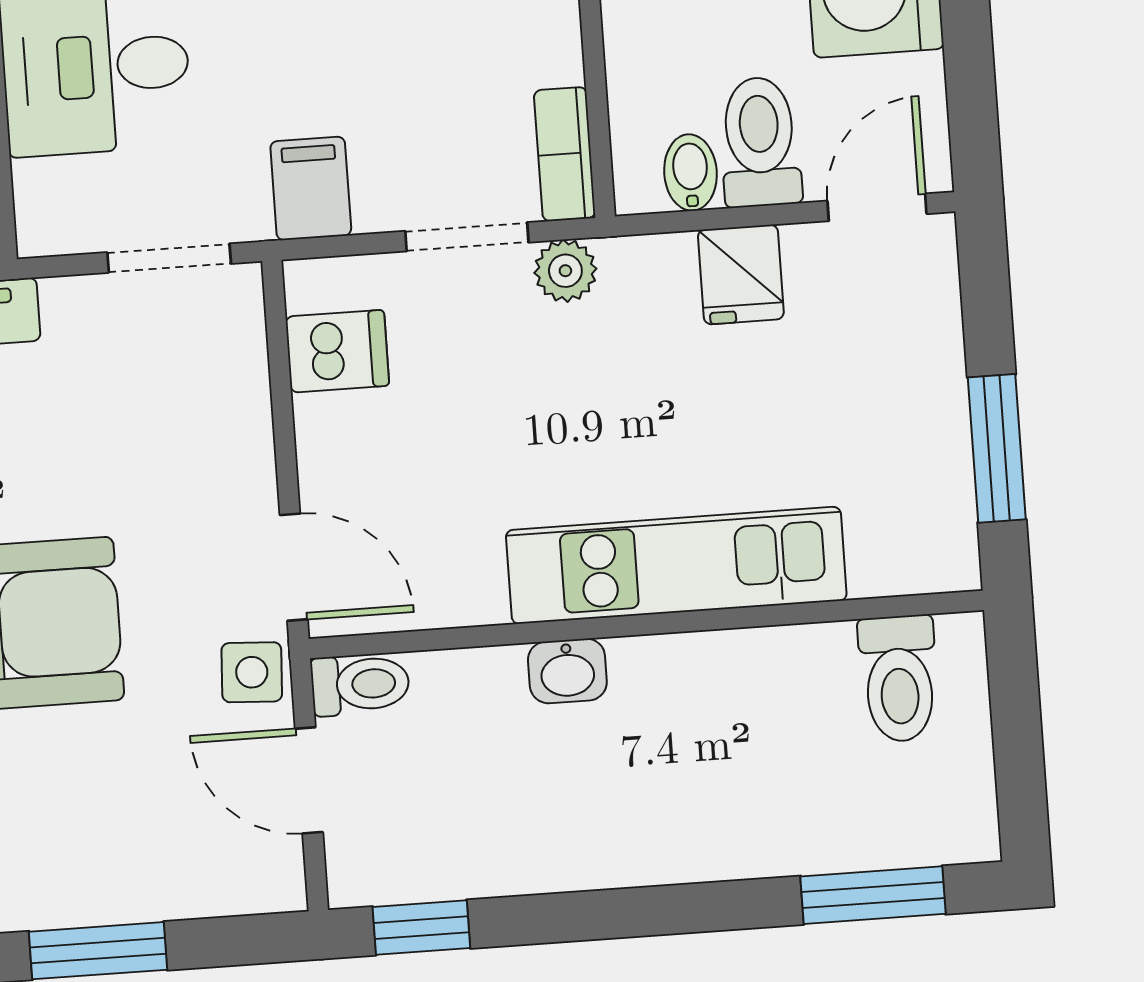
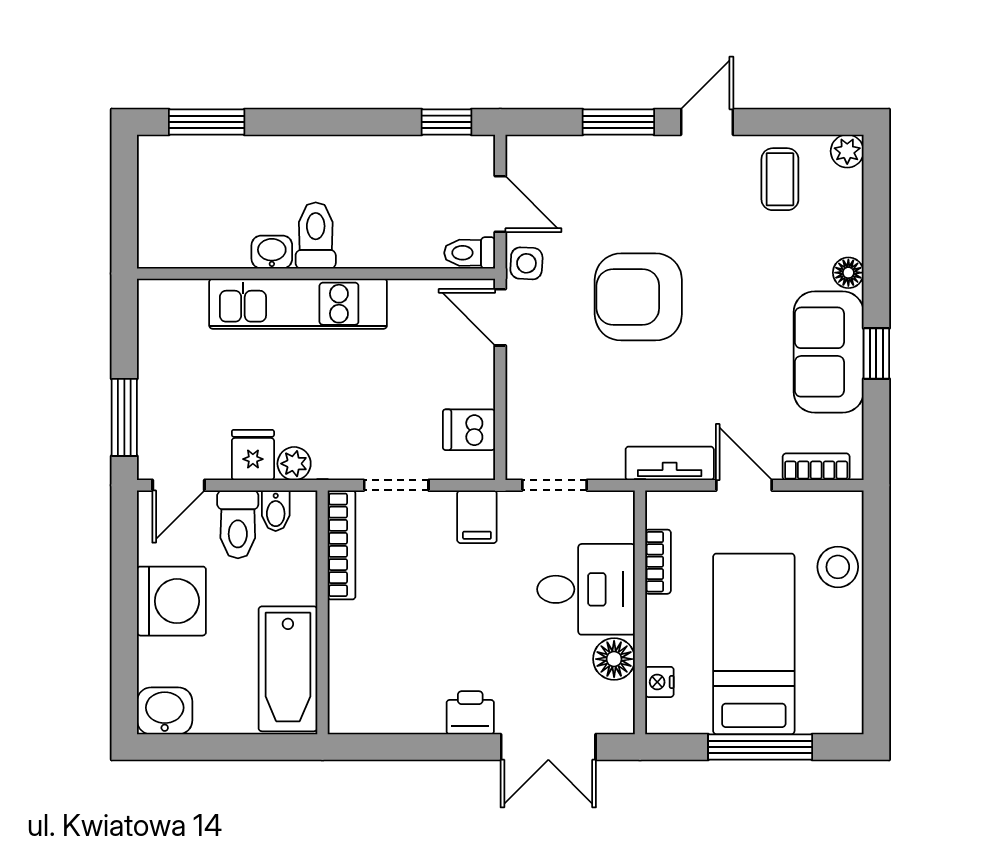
bookcase: (565, 154) -> (341, 545), width x1.56
plant: (565, 271) -> (294, 464), moved
window: (997, 448) -> (124, 417), moved
washbasin: (567, 671) -> (272, 252), moved
toilet: (899, 679) -> (316, 235), moved

